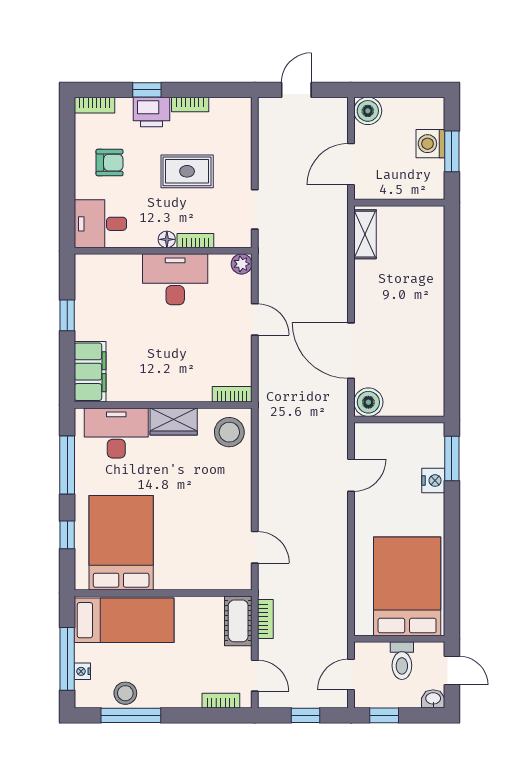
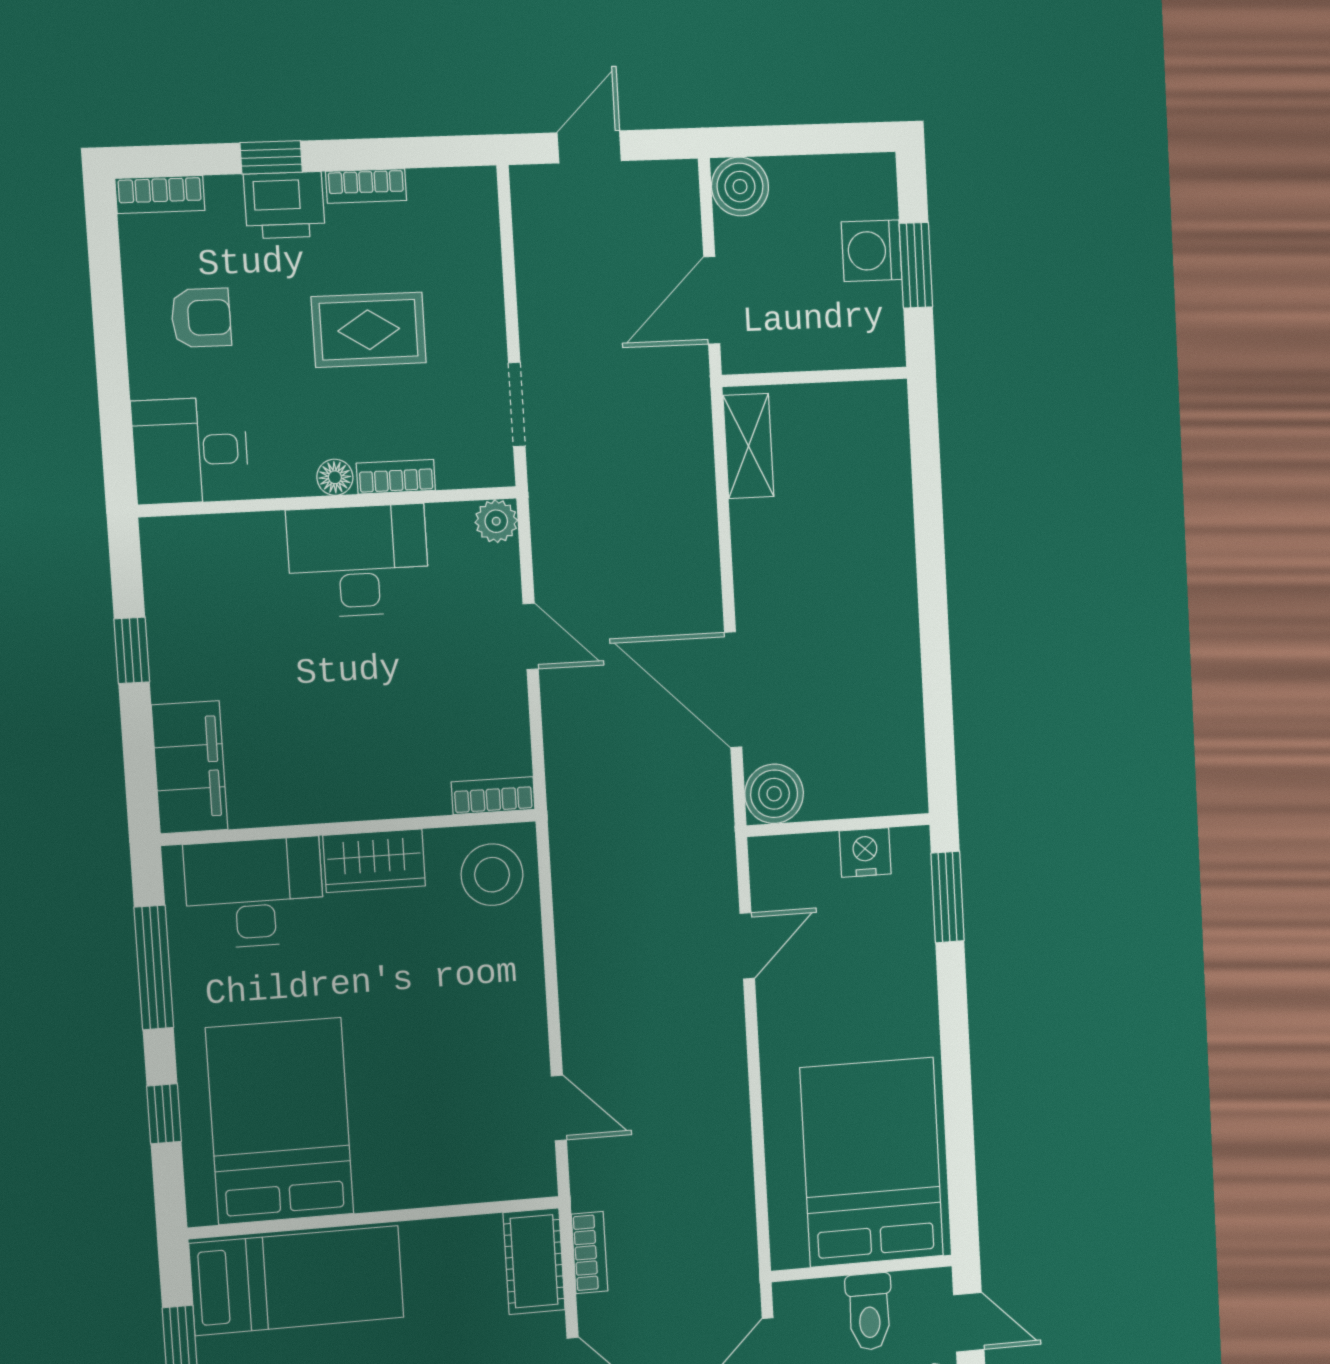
nightstand: (433, 481) -> (865, 852), moved, turned -90

